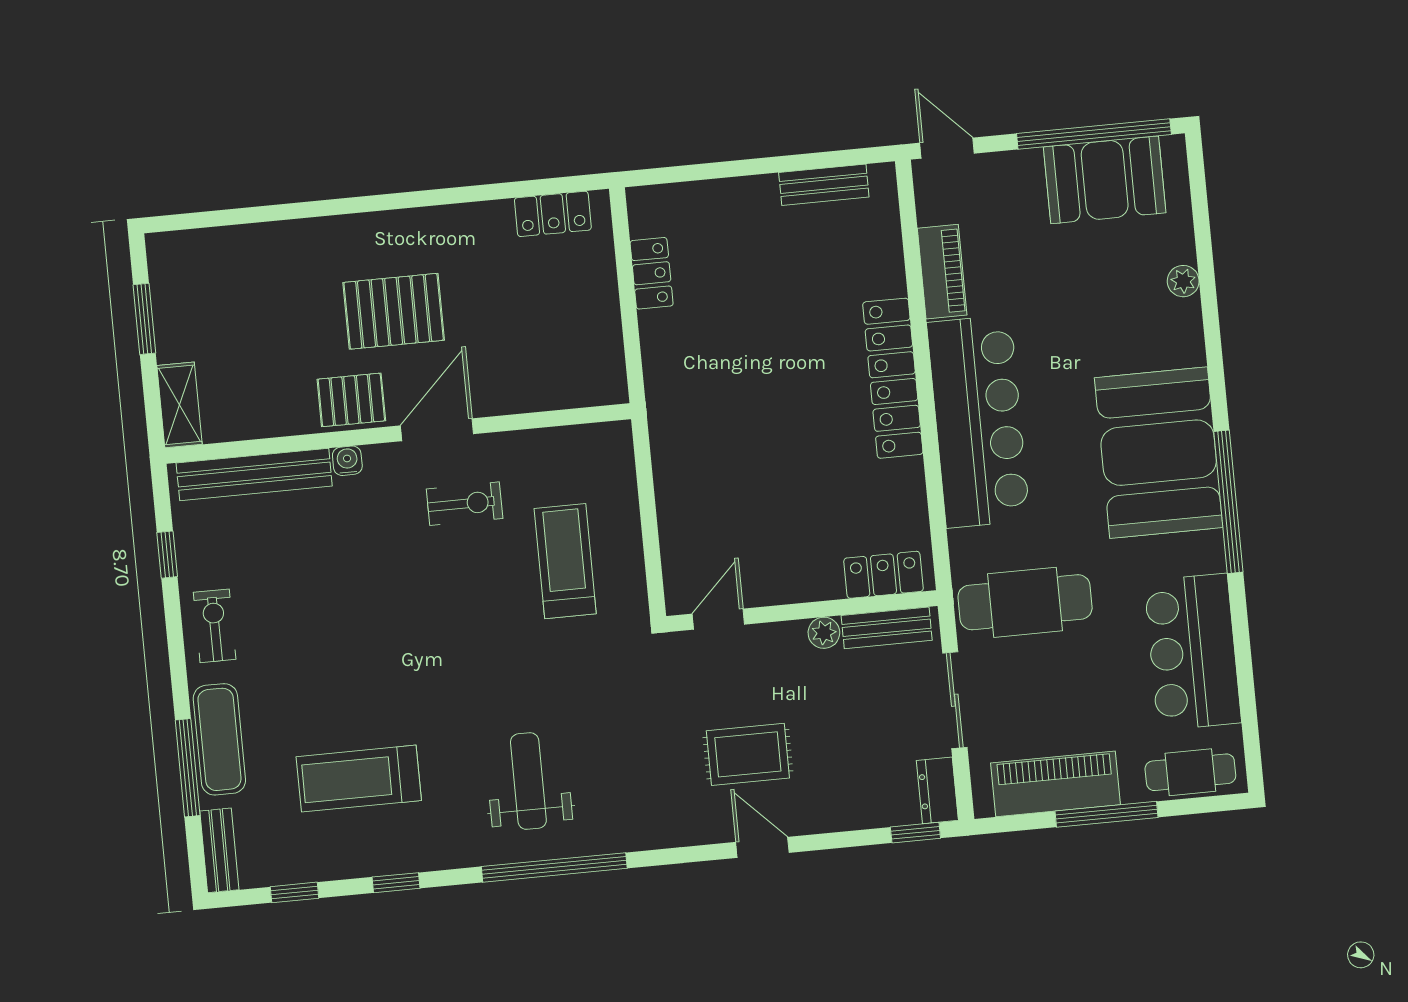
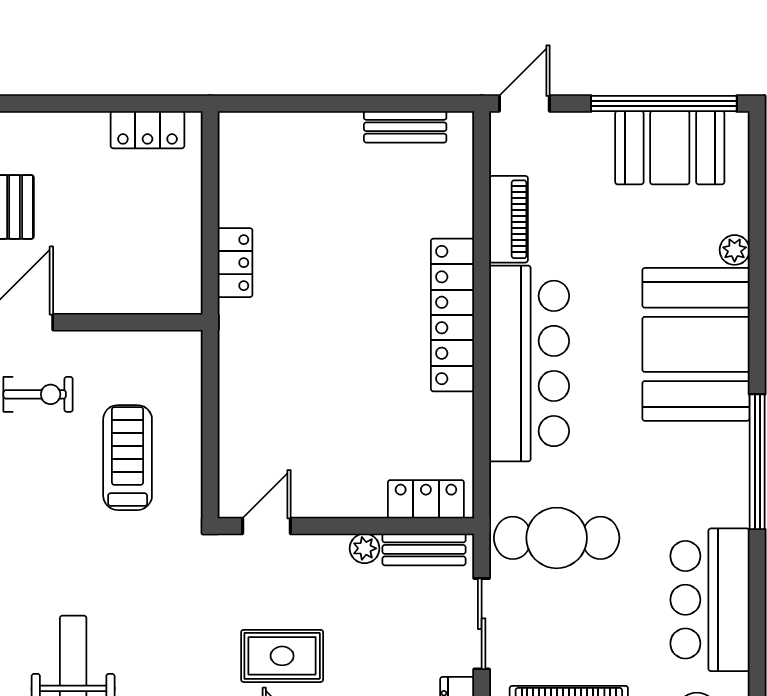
door: (947, 148) -> (524, 103), hinge flipped
locker: (652, 273) -> (235, 263), moved
booth: (1159, 453) -> (696, 344), moved

